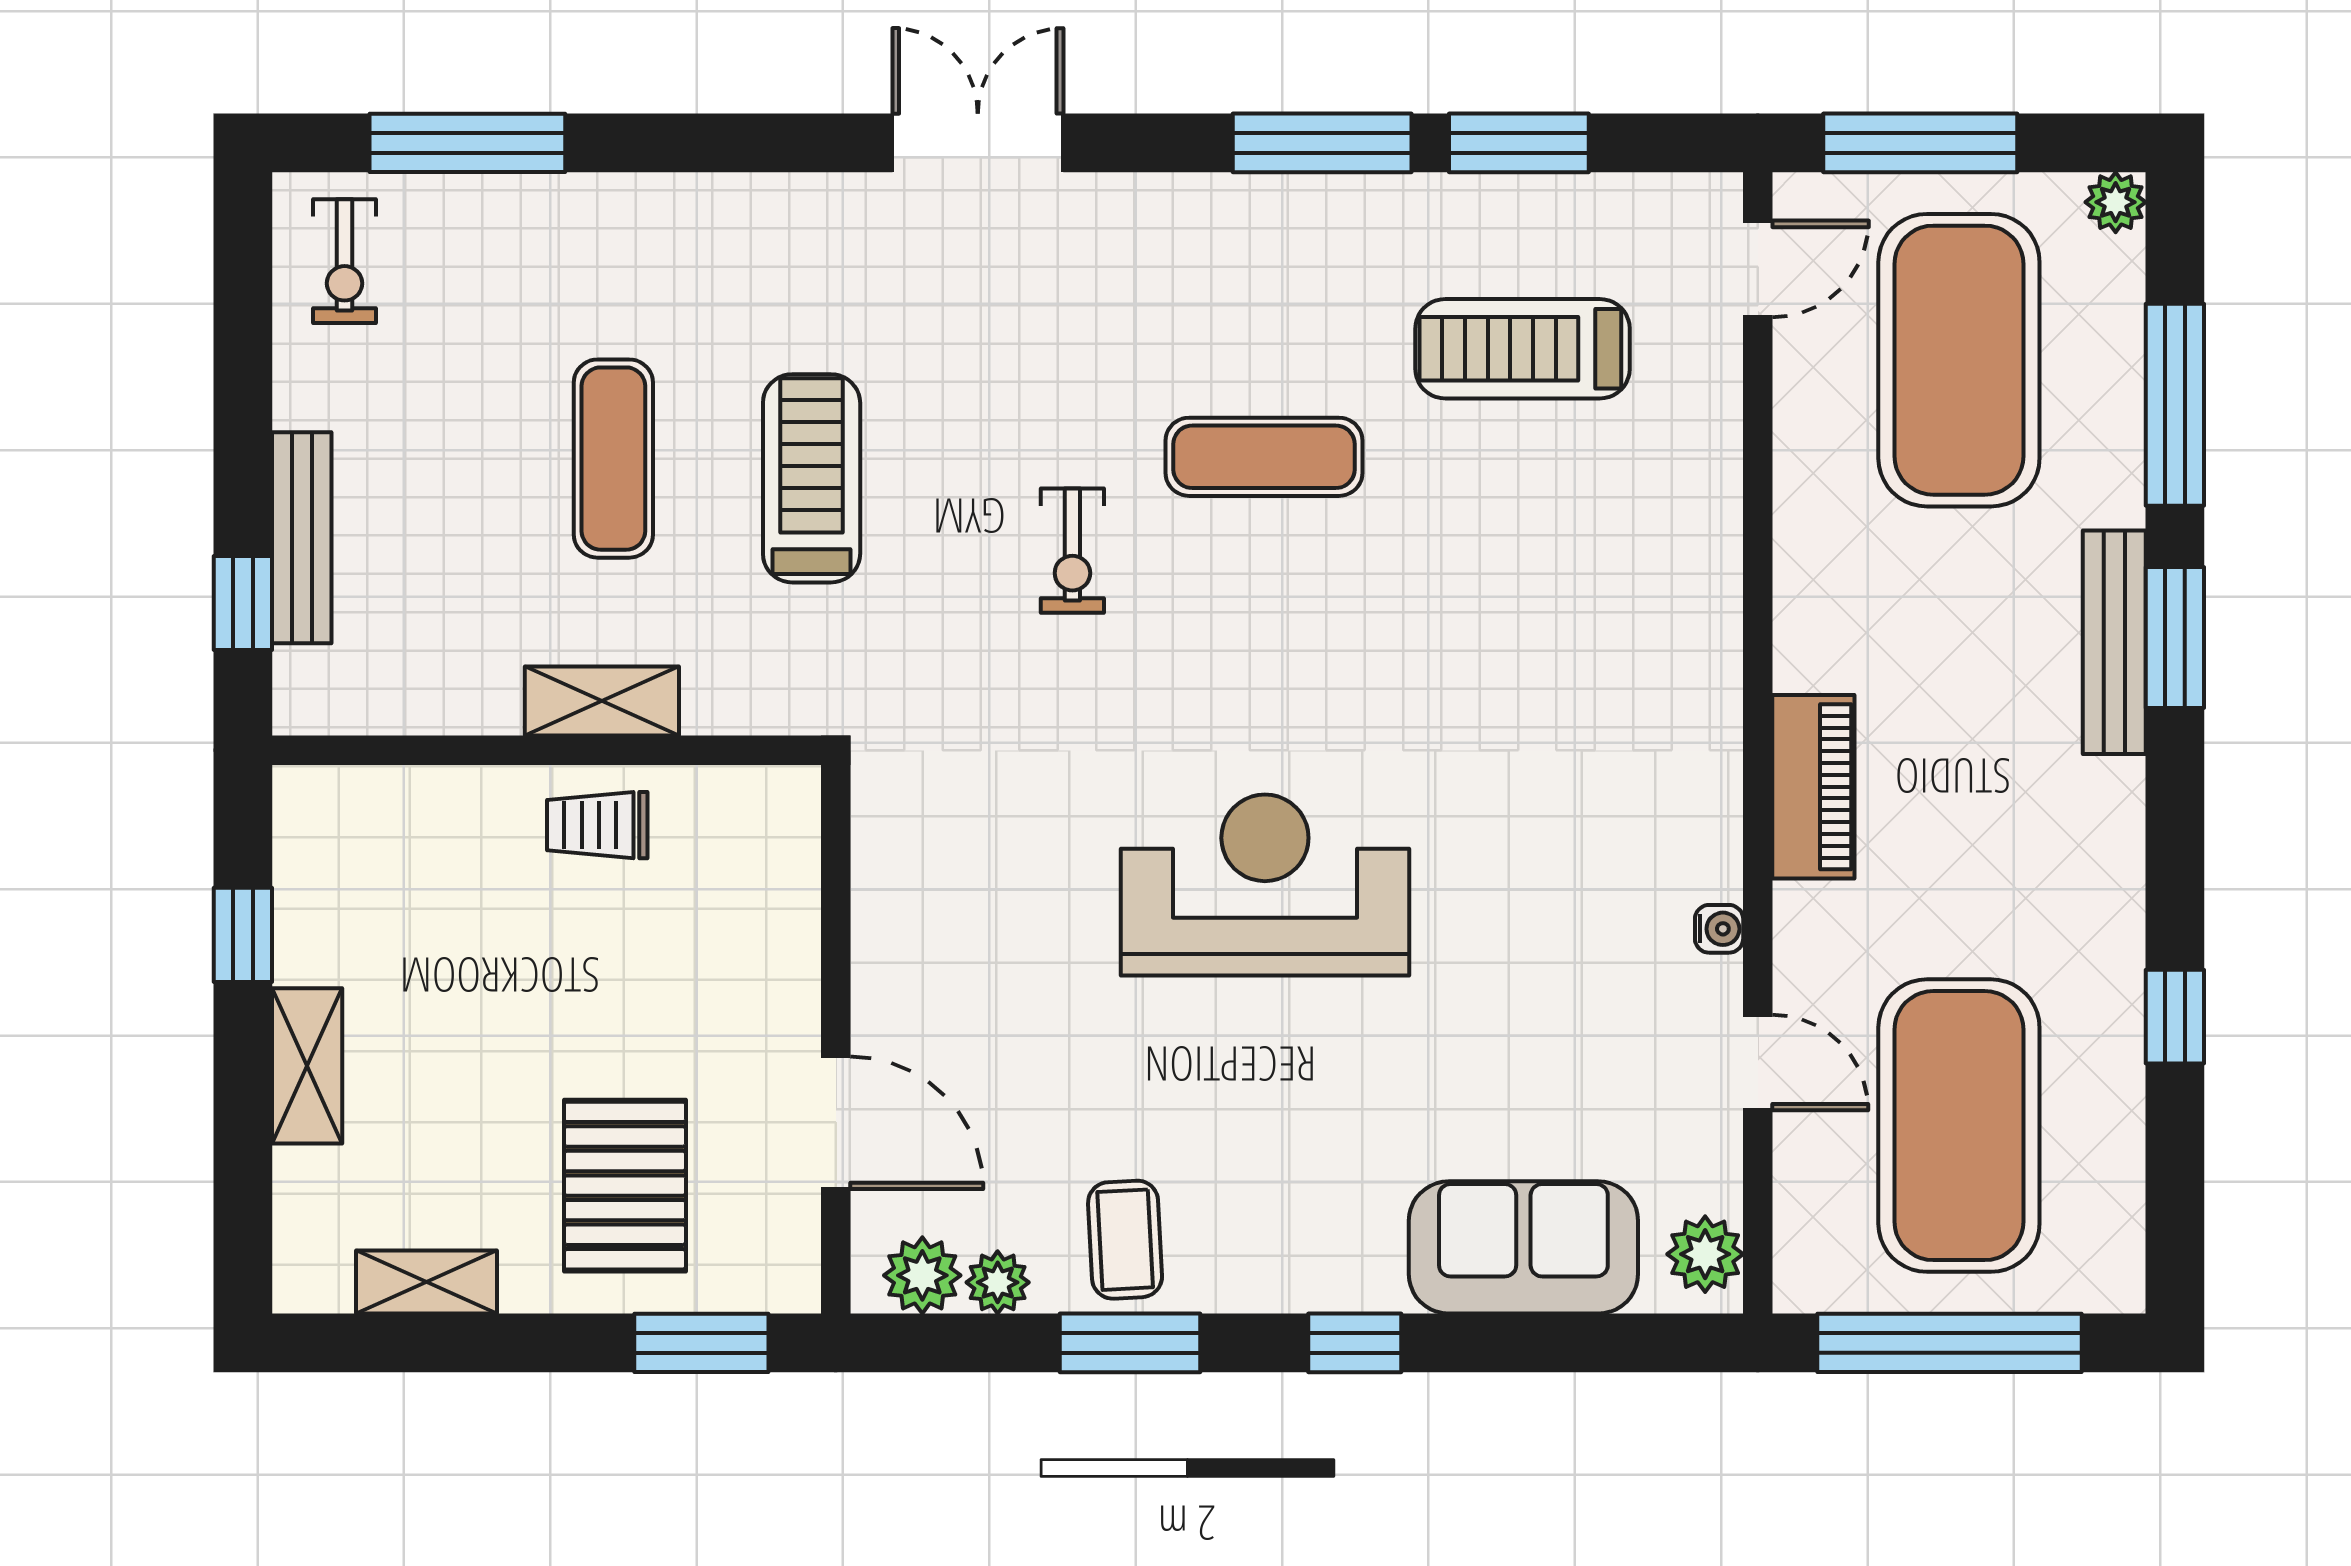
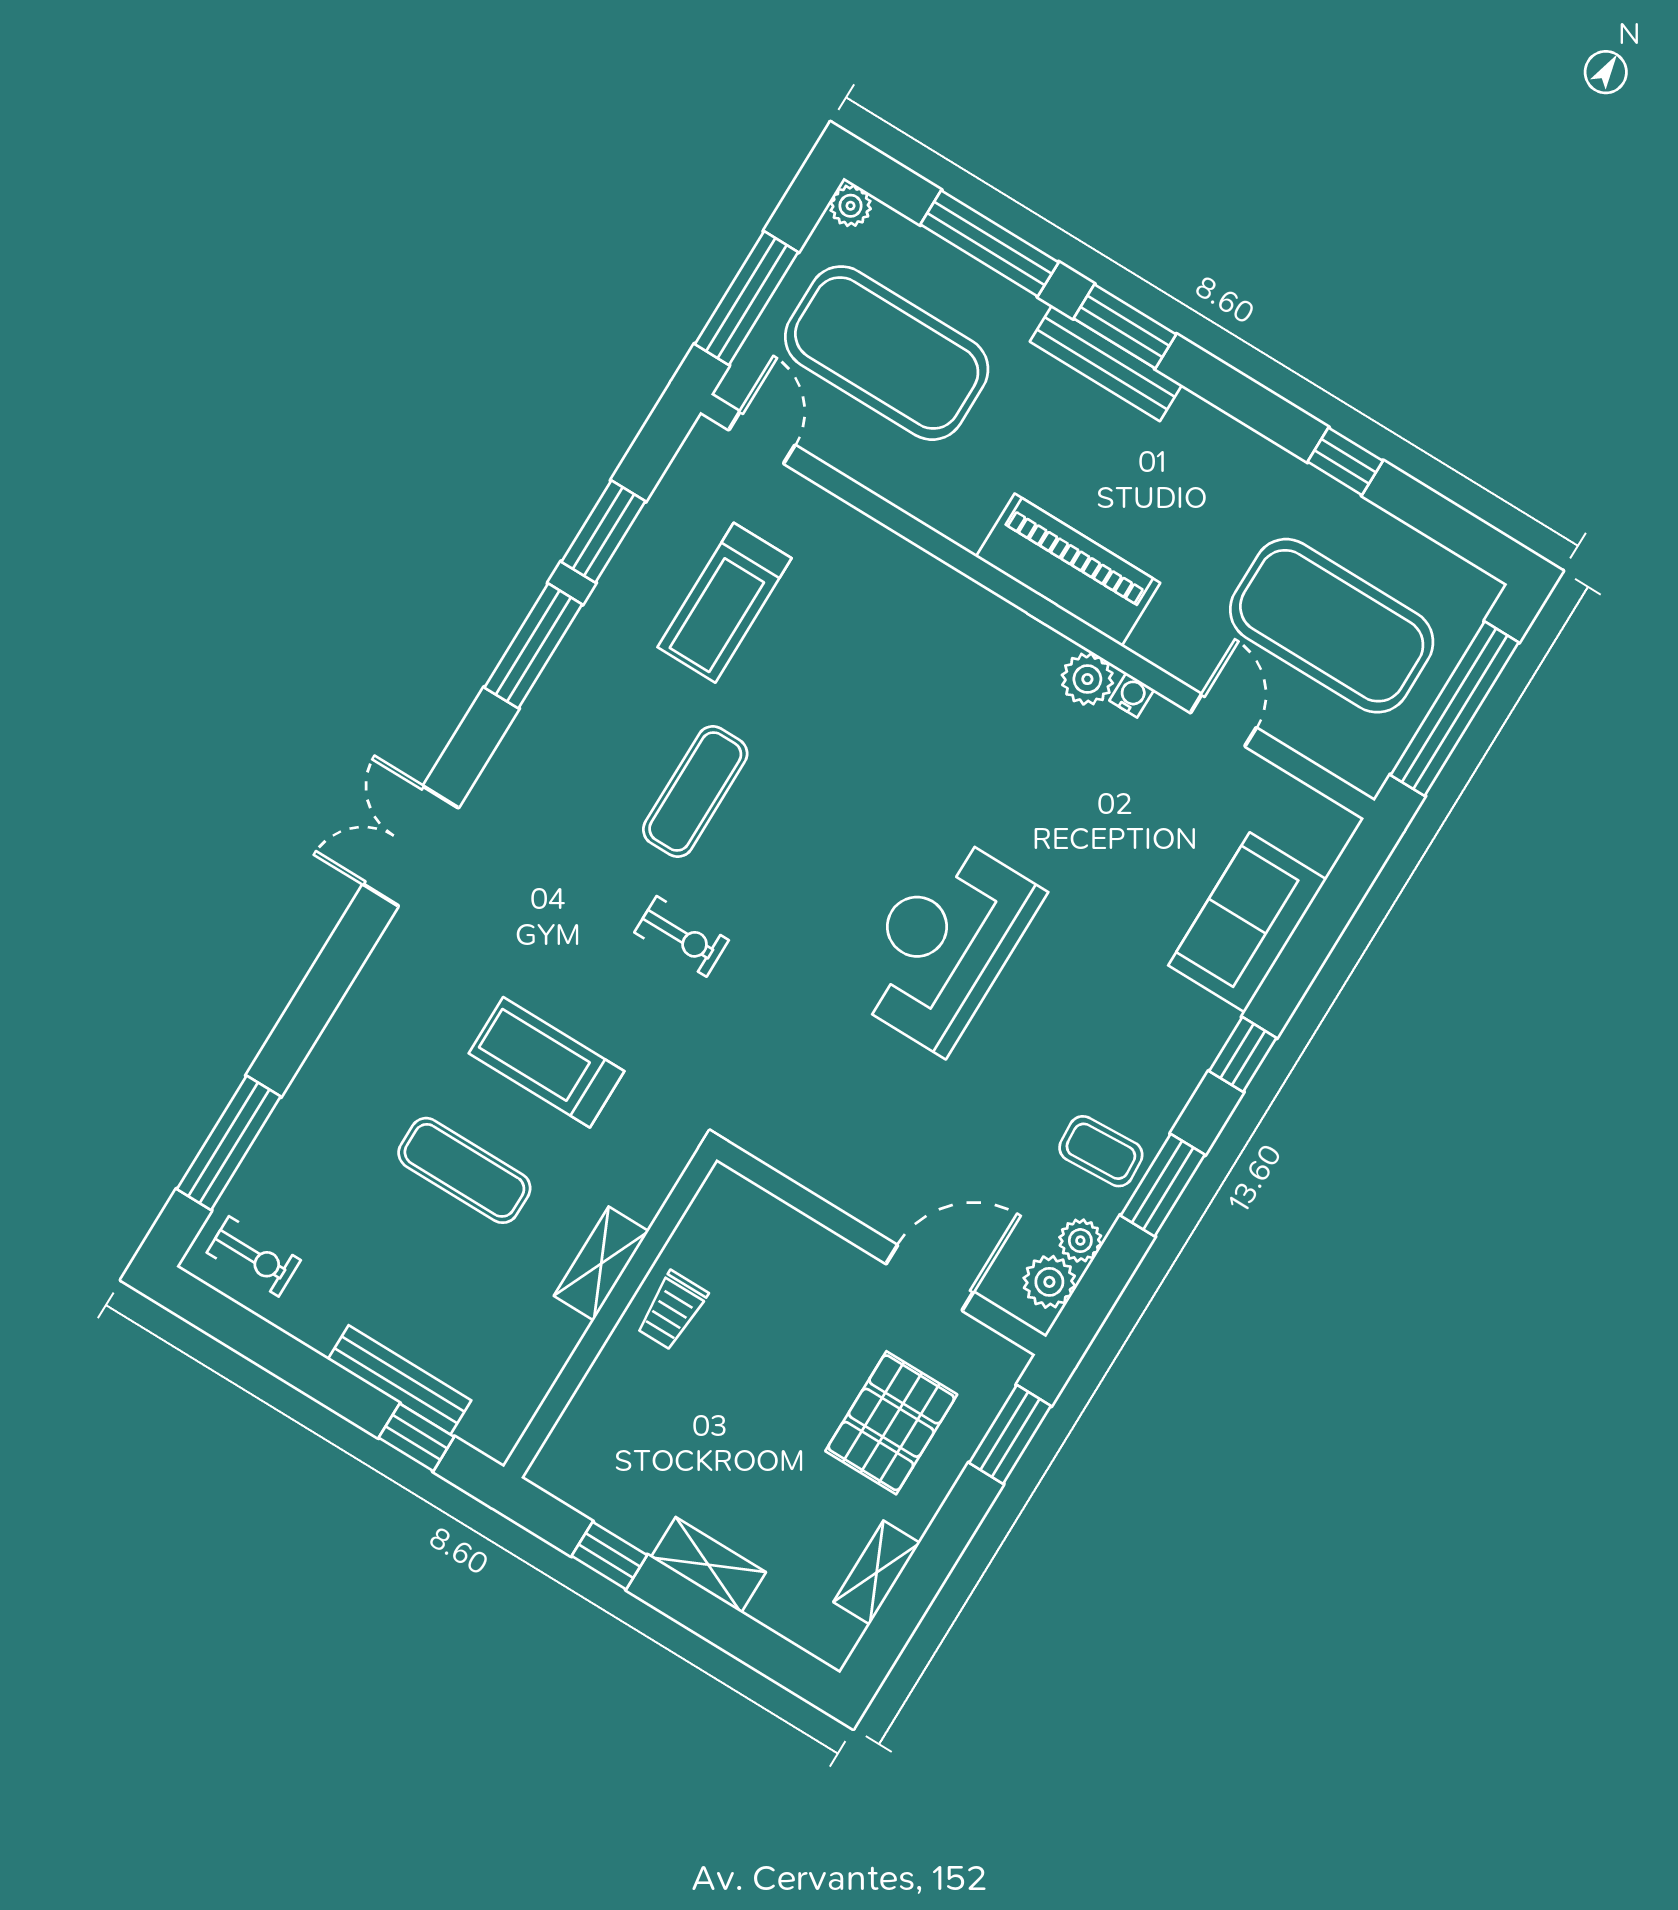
piano: (1813, 787) -> (1068, 570), width x1.37, depth x1.33
door: (1758, 1063) -> (1223, 720), hinge flipped
pallet: (625, 1186) -> (891, 1423), turned 90
plant: (1705, 1254) -> (1087, 679), moved

